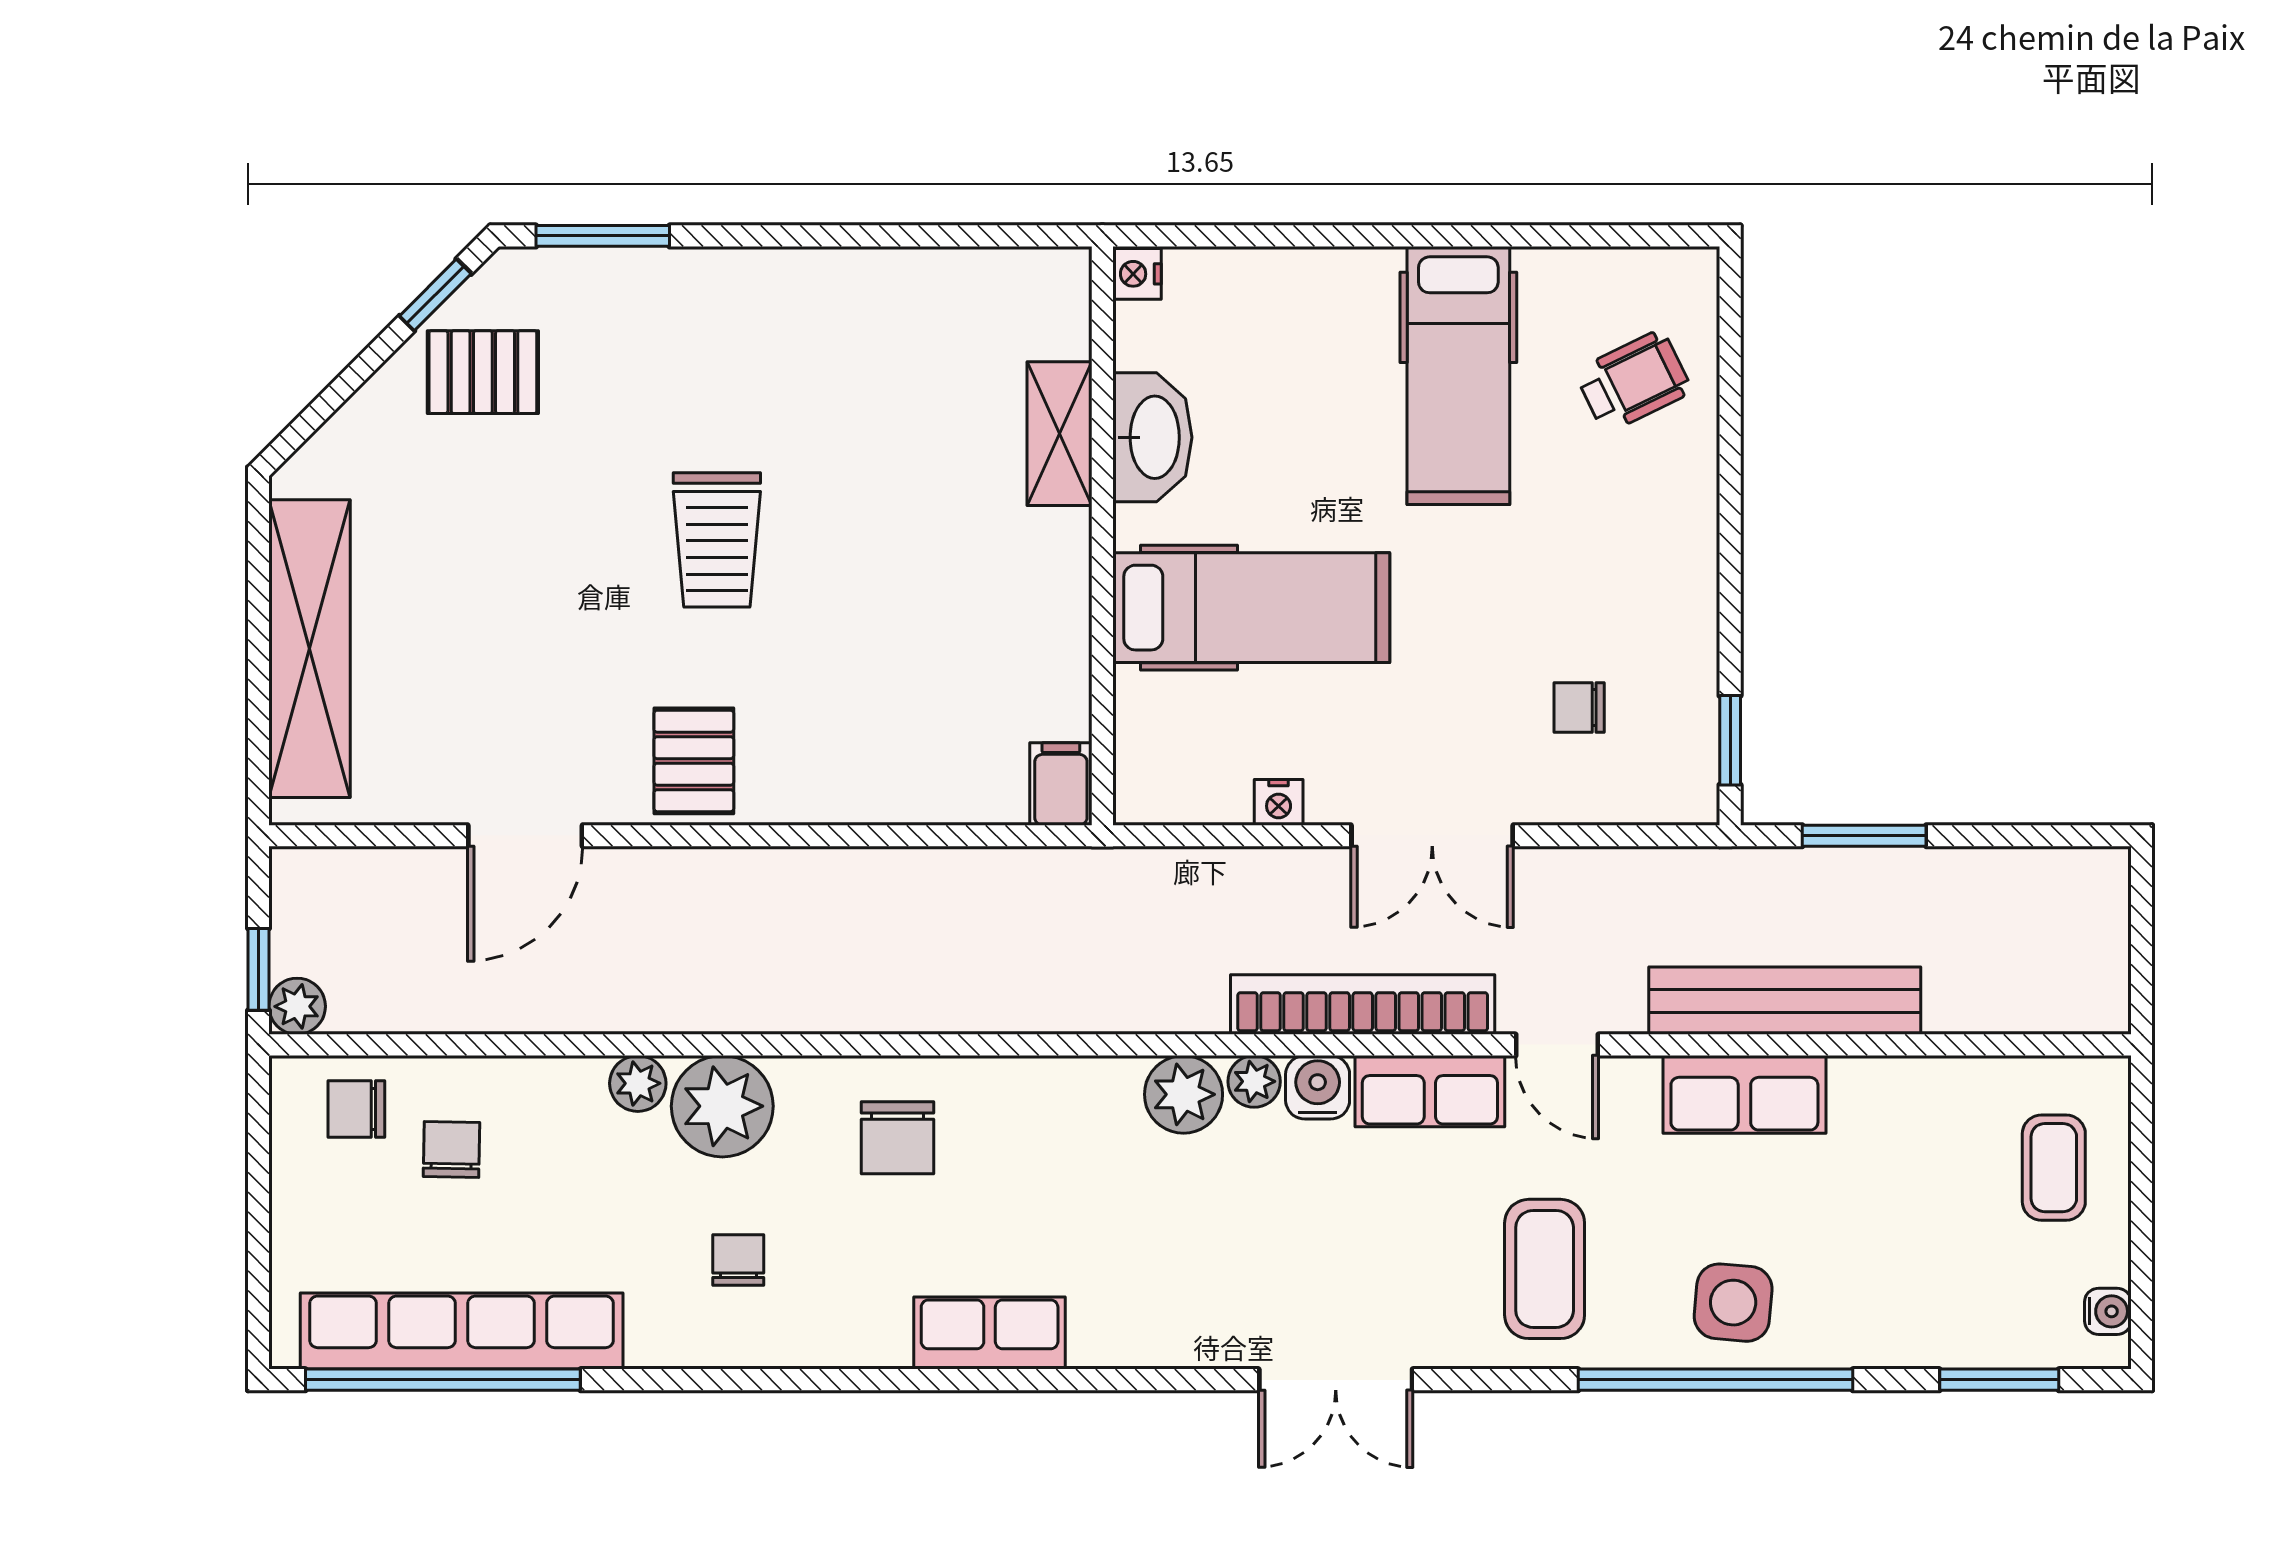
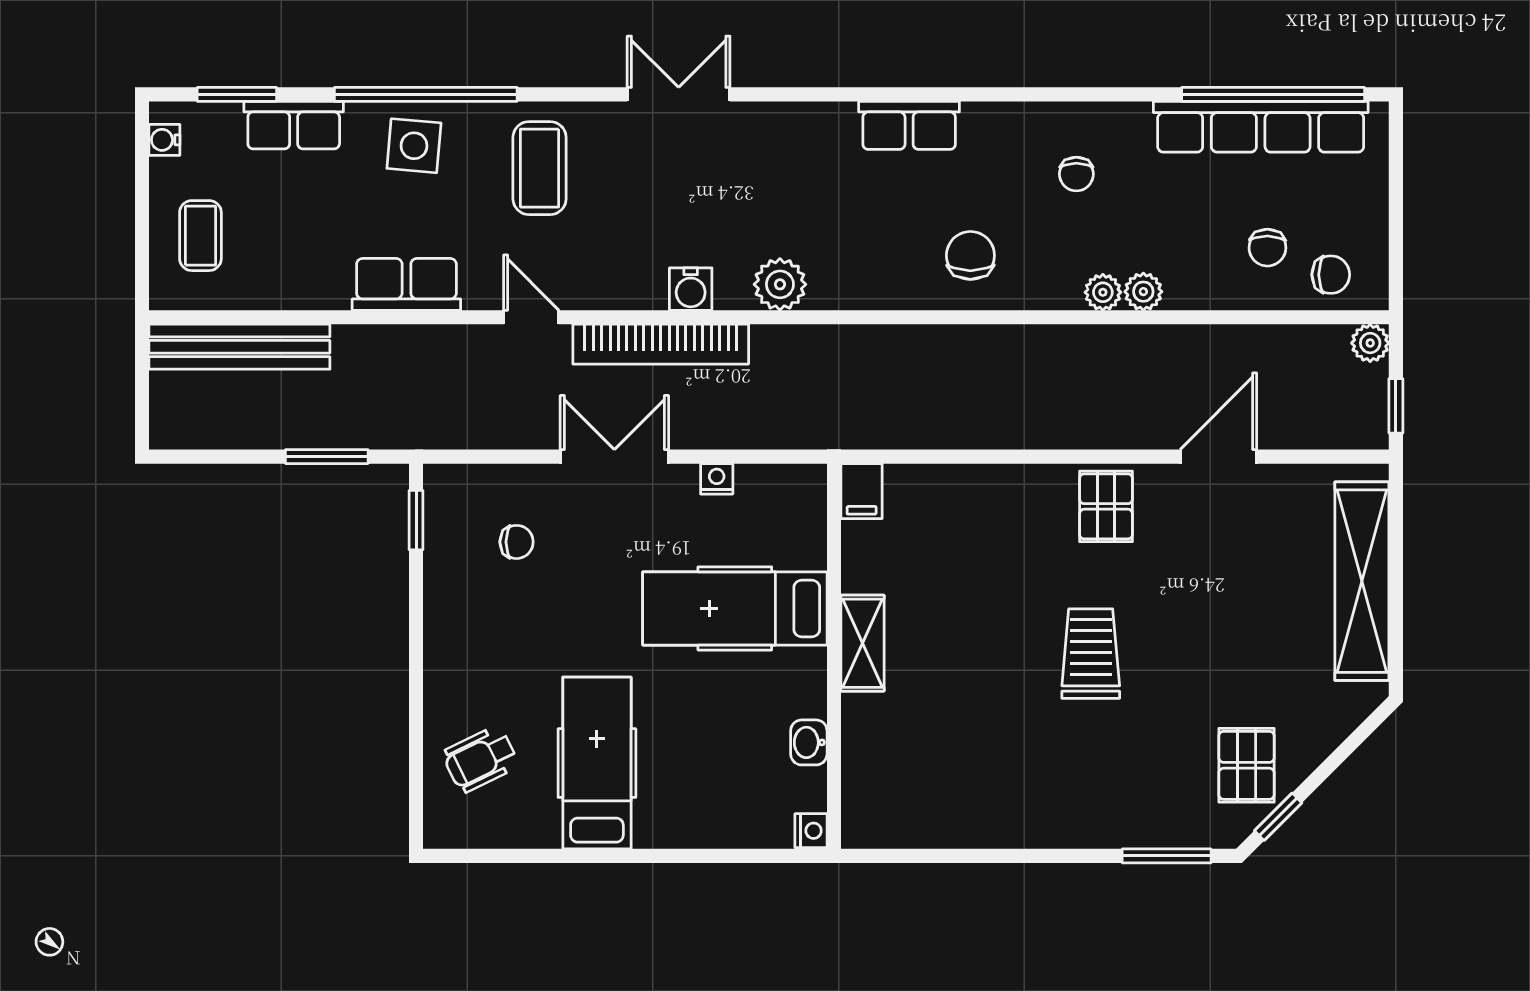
pallet: (483, 372) -> (1247, 765), turned 90
shelving: (1060, 434) -> (863, 643), moved
washbasin: (1152, 437) -> (809, 742), width x0.52, depth x0.69
window: (258, 969) -> (1396, 406), moved
bench: (1785, 1001) -> (239, 347), moved
plant: (1254, 1081) -> (733, 293), removed
row of seats: (1430, 1091) -> (294, 125), moved, turned 180
plant: (722, 1106) -> (1103, 292), width x0.53, depth x0.53

